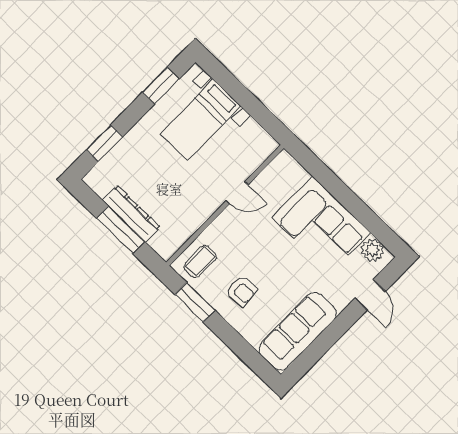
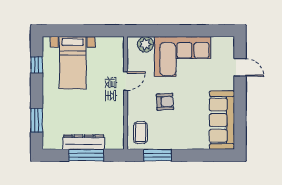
window: (161, 86) -> (37, 65), width x0.67
plant: (372, 250) -> (145, 44), moved
armchair: (241, 291) -> (165, 102), moved

